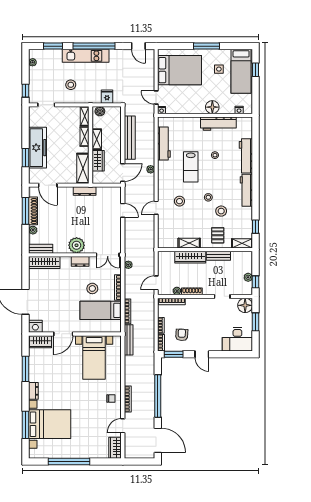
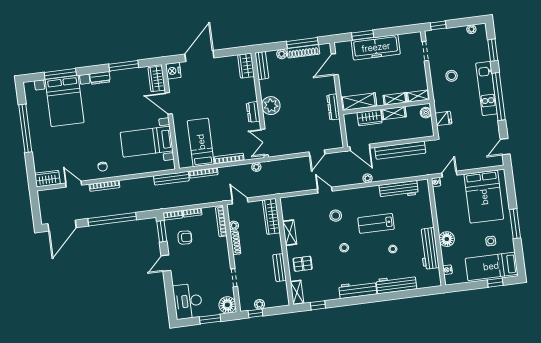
stool: (221, 211) -> (330, 264), removed
wardrobe: (190, 257) -> (271, 216), moved
wardrobe: (44, 262) -> (246, 66), width x0.67
stool: (92, 288) -> (224, 130), removed

